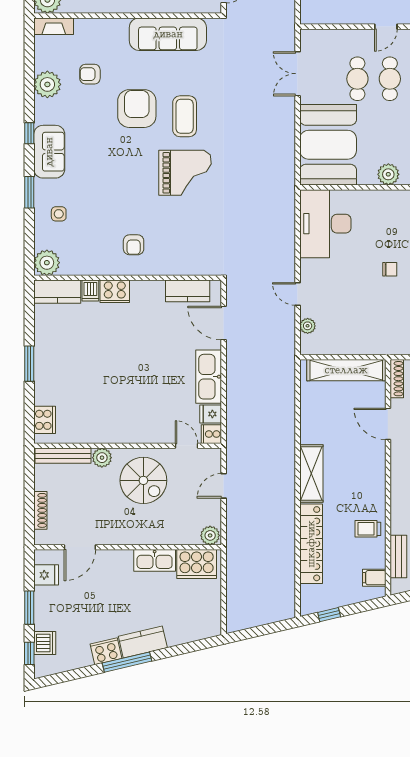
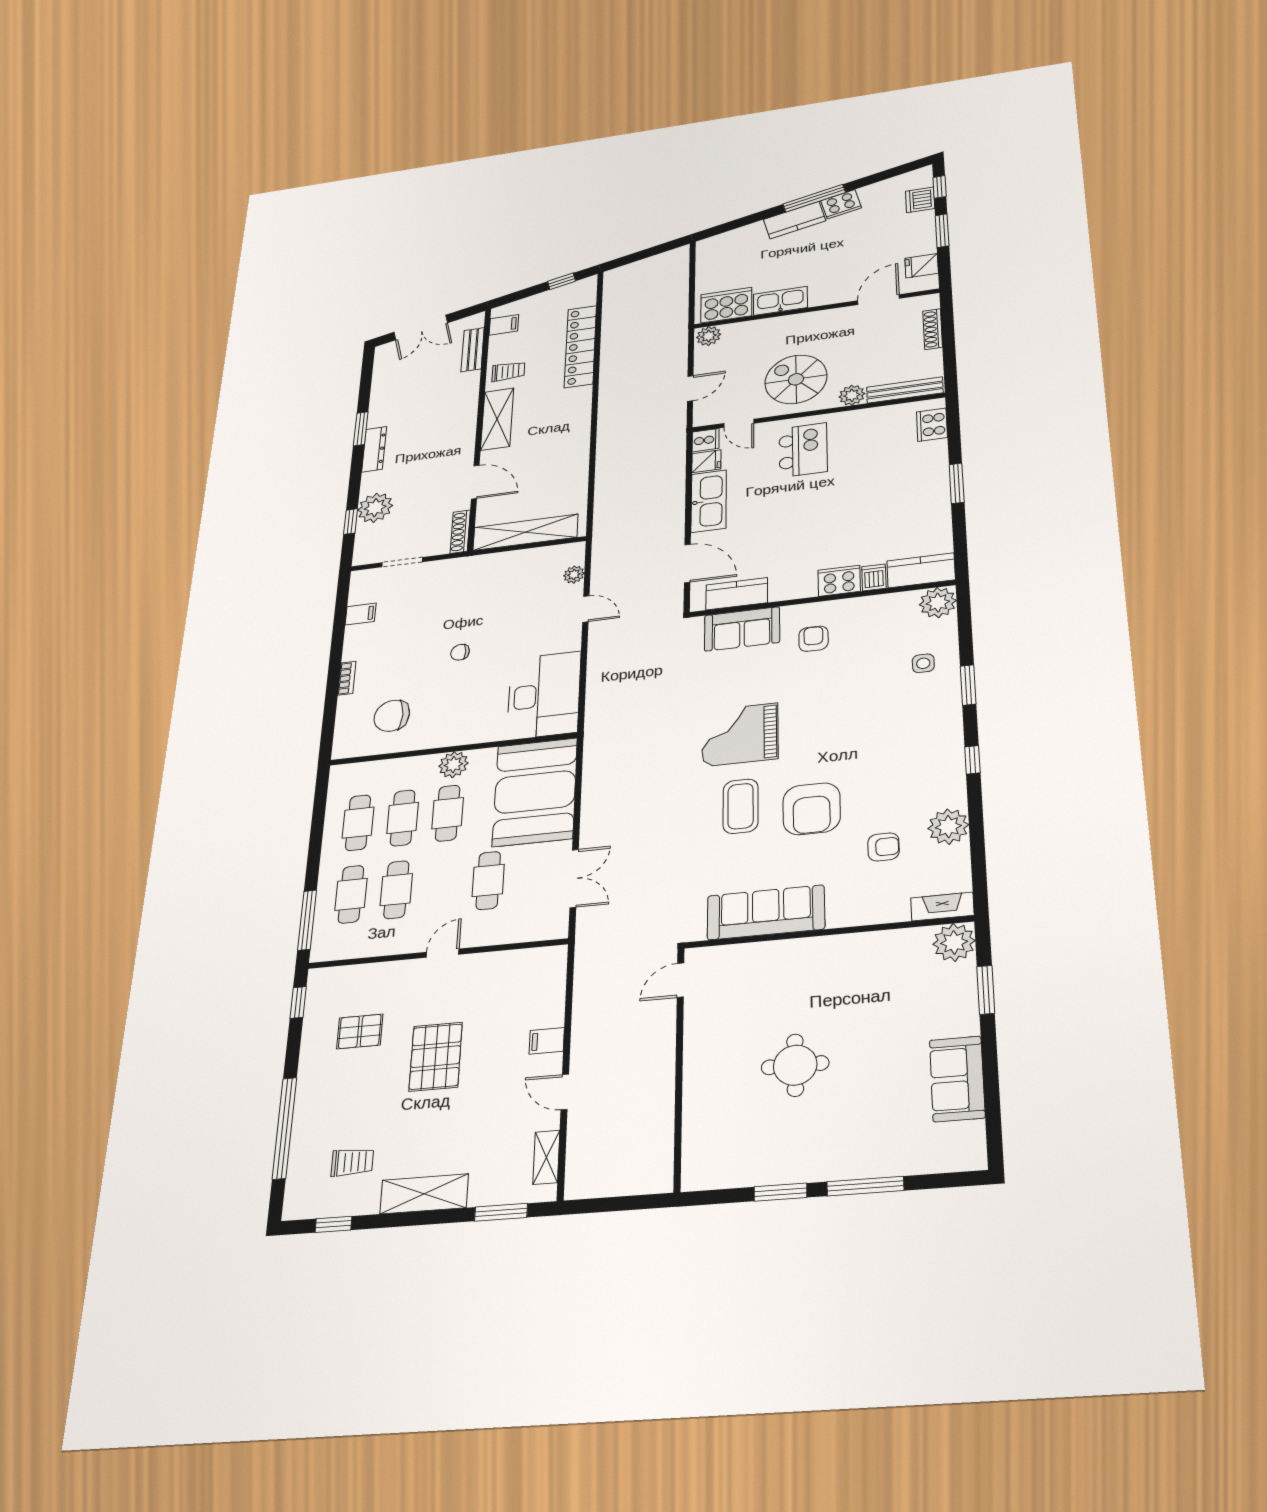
cafe table: (390, 79) -> (448, 813), moved
sofa: (49, 152) -> (742, 629), moved, turned -90
kitchen island: (139, 412) -> (803, 450), added
shelving: (311, 474) -> (497, 419), moved

